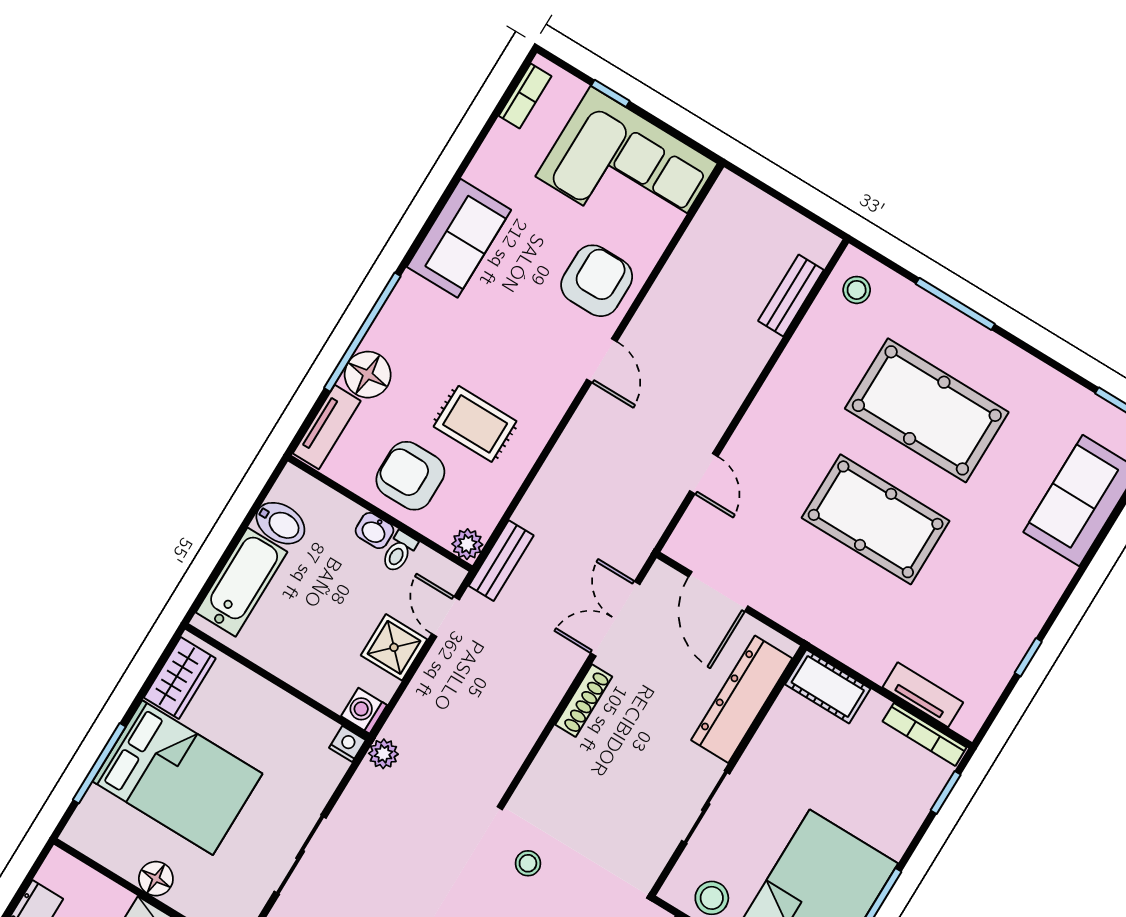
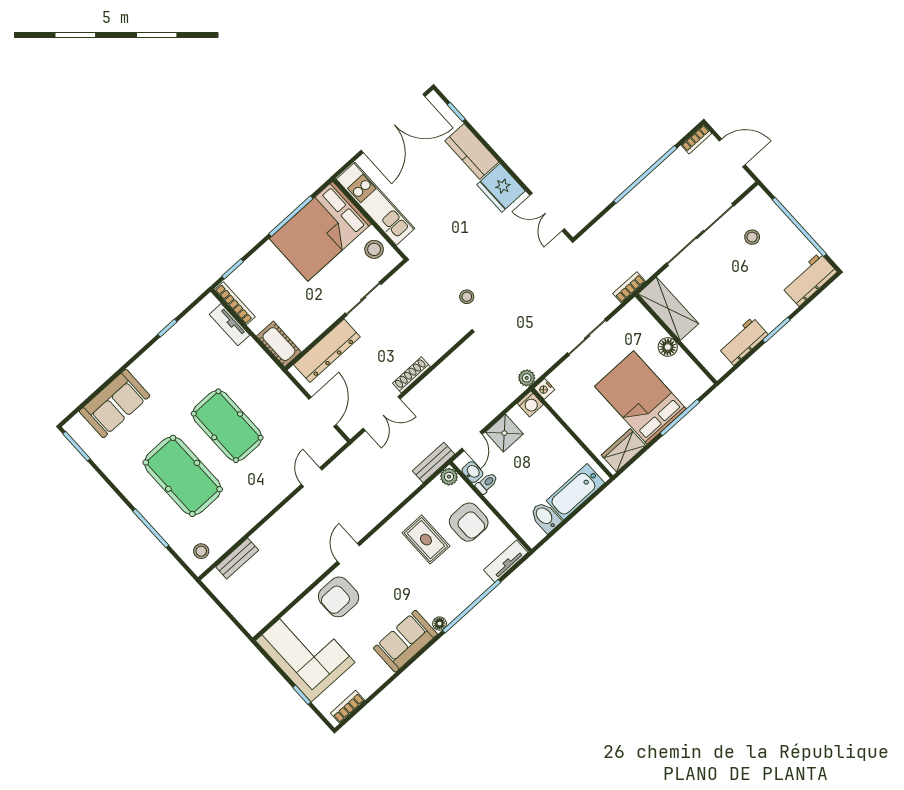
floor lamp: (368, 375) -> (440, 624), moved, width x0.53, depth x0.53
washbasin: (374, 531) -> (472, 472), moved

